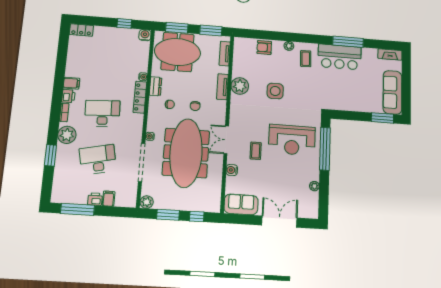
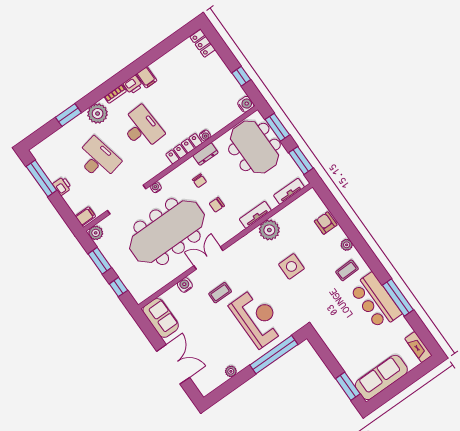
reception desk: (292, 140) -> (257, 318), turned 180
filing cabinet: (109, 199) -> (85, 216), moved

